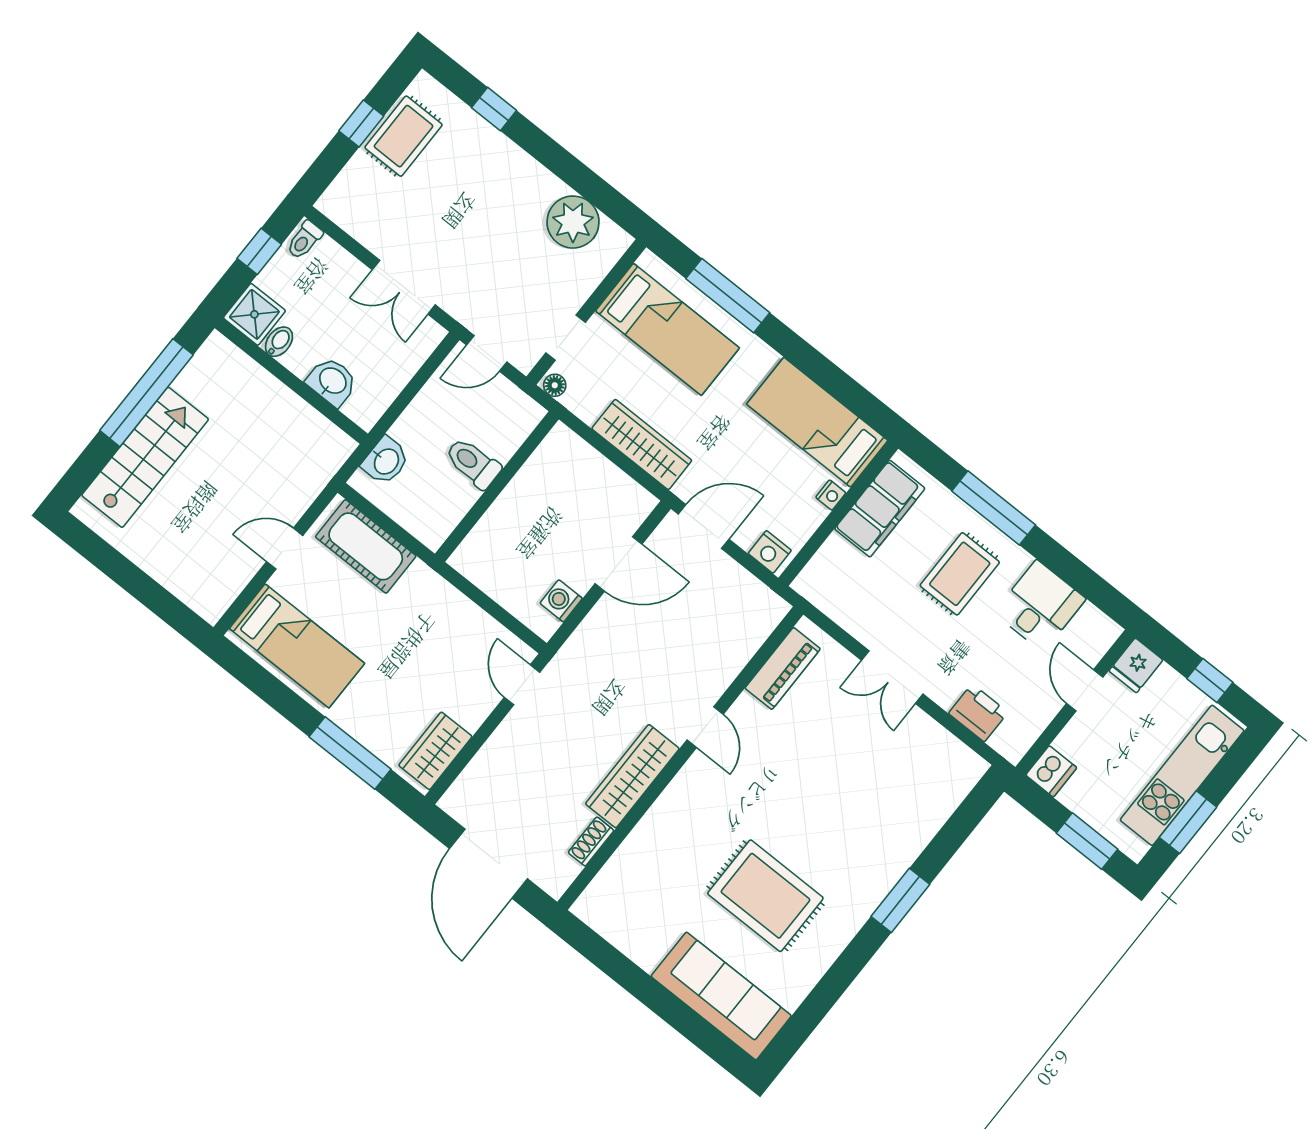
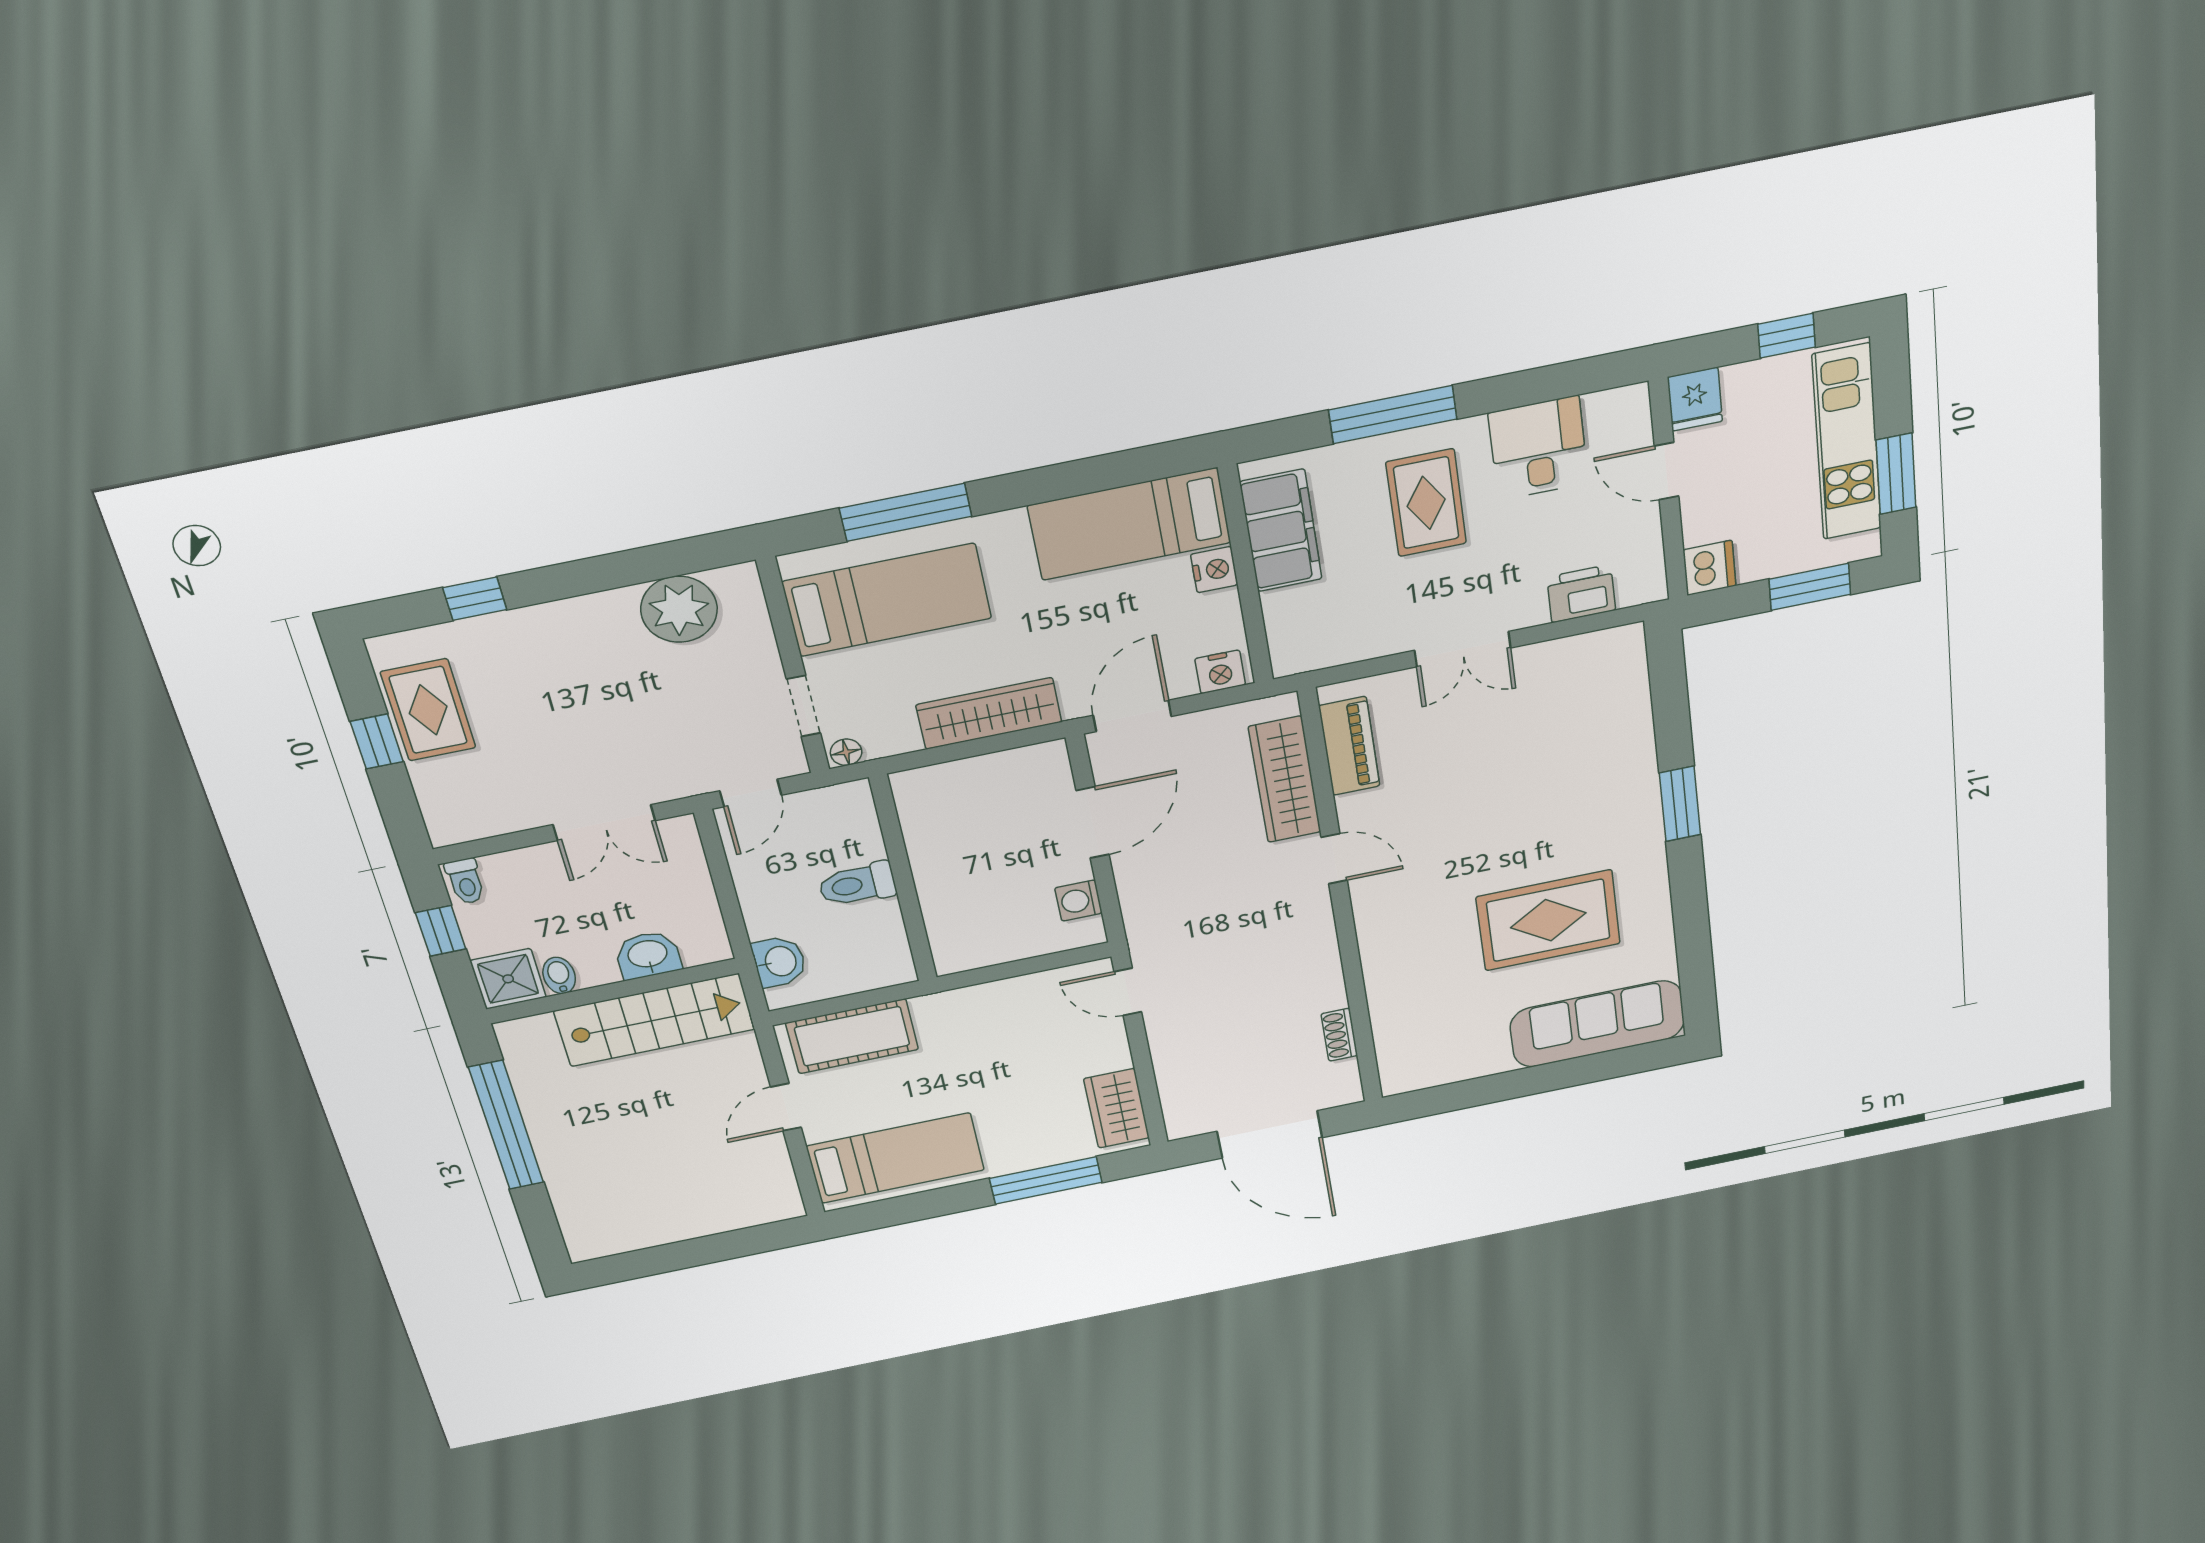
stairs: (145, 457) -> (655, 1020), moved, turned 90
nightstand: (831, 495) -> (1214, 570), width x1.39, depth x1.35
wardrobe: (632, 776) -> (1285, 780), moved

